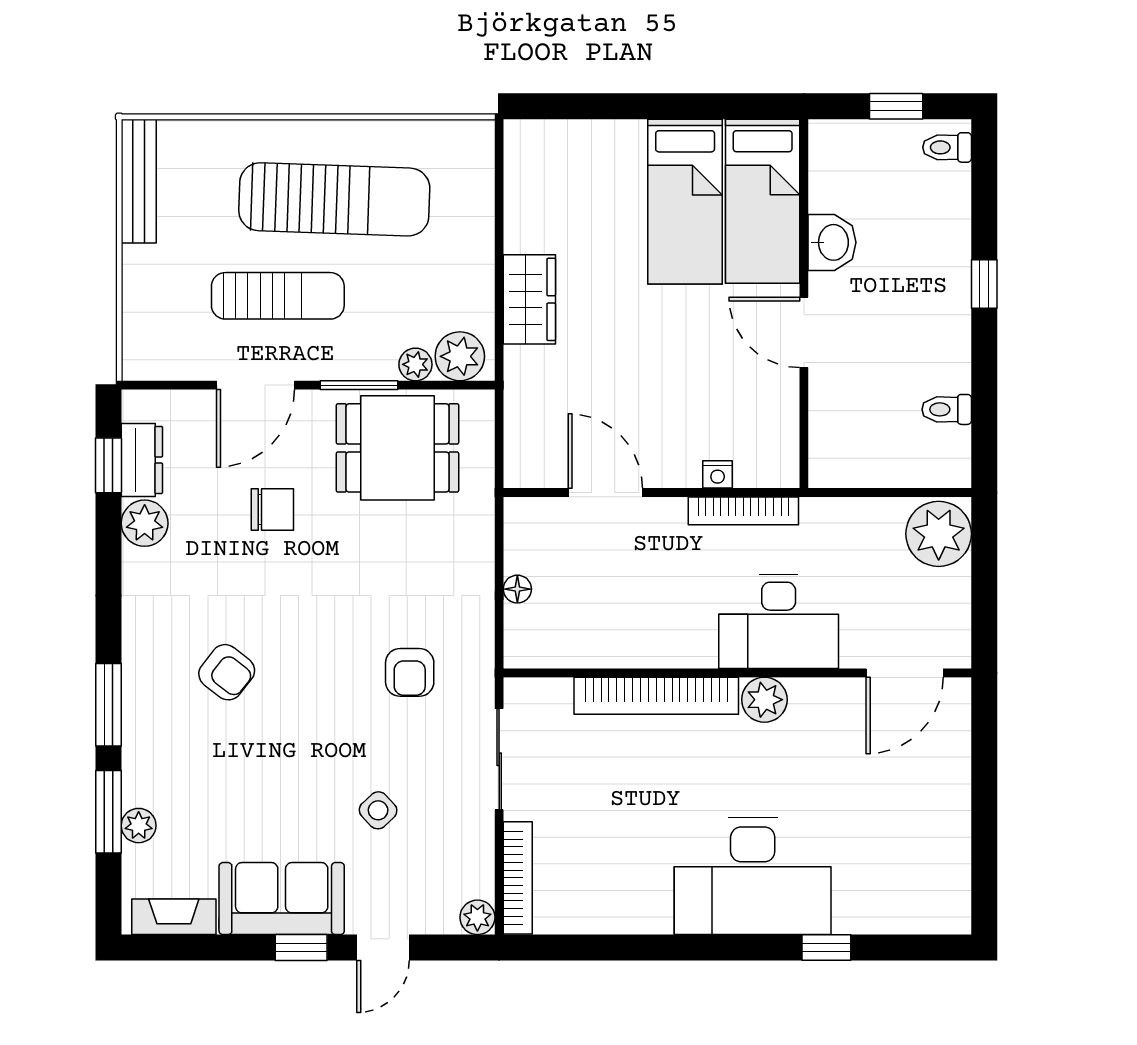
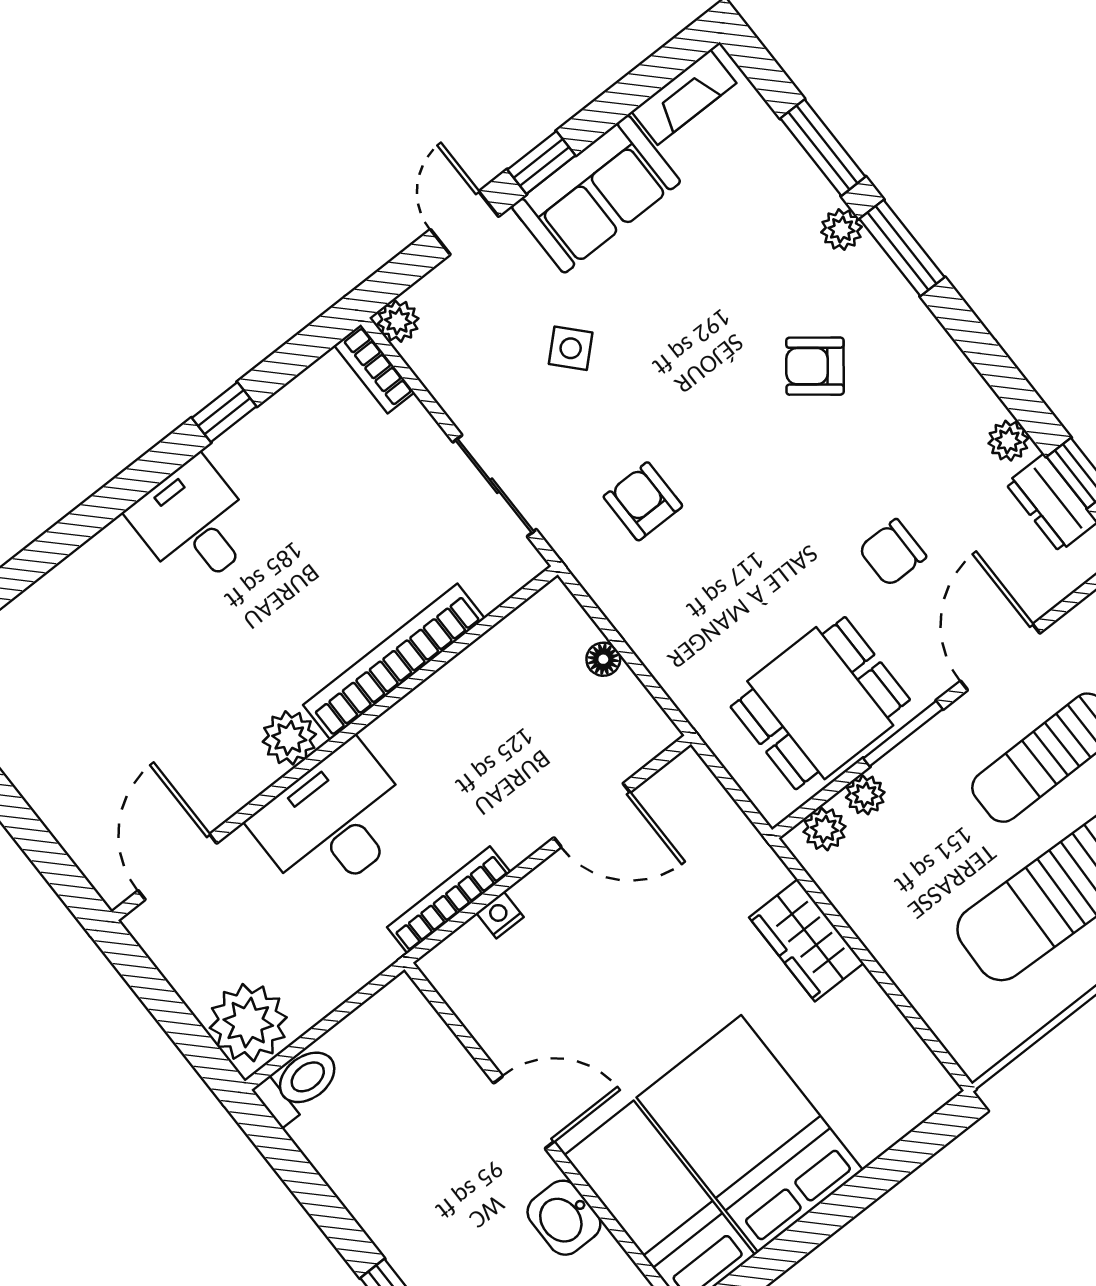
bed: (685, 202) -> (750, 1134), width x1.50
plant: (460, 356) -> (825, 829), width x0.73, depth x0.73
toilet: (947, 409) -> (299, 1084), moved, width x1.37, depth x1.39
plant: (145, 523) -> (1008, 441), width x0.73, depth x0.73
plant: (139, 826) -> (842, 229), moved
desk: (753, 876) -> (194, 524), width x0.53, depth x0.77
bookcase: (518, 878) -> (374, 369), width x0.64
window: (826, 948) -> (224, 412), moved

